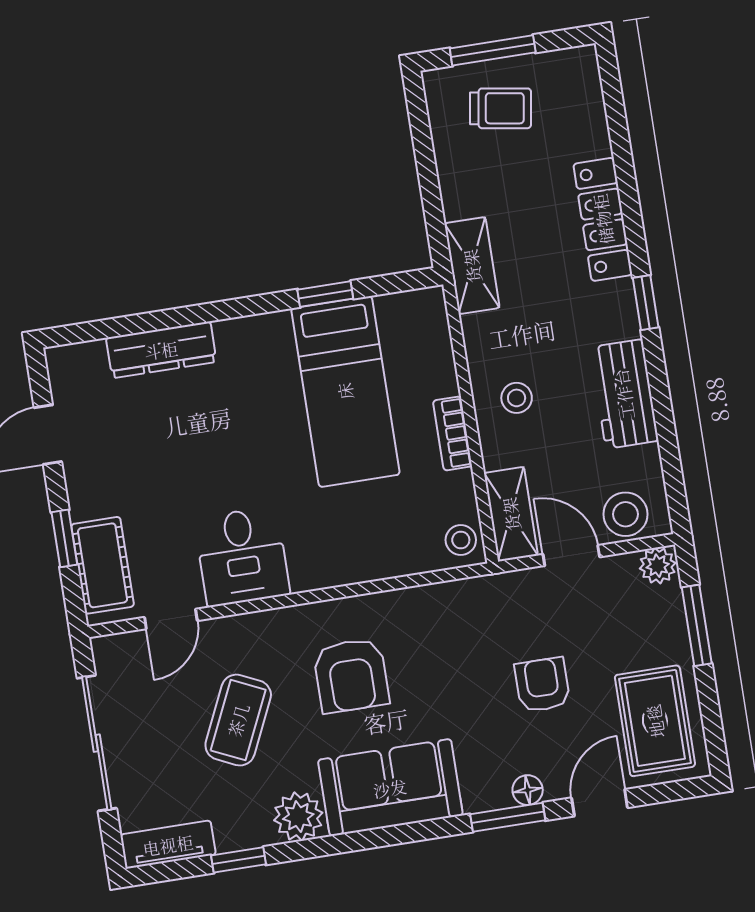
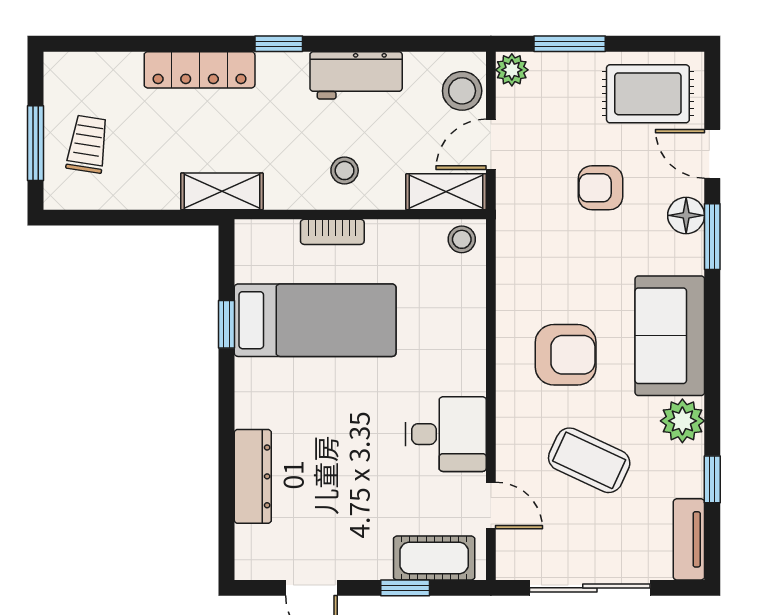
bookcase: (452, 433) -> (332, 232), moved
floor lamp: (528, 790) -> (686, 215), width x1.37, depth x1.37

